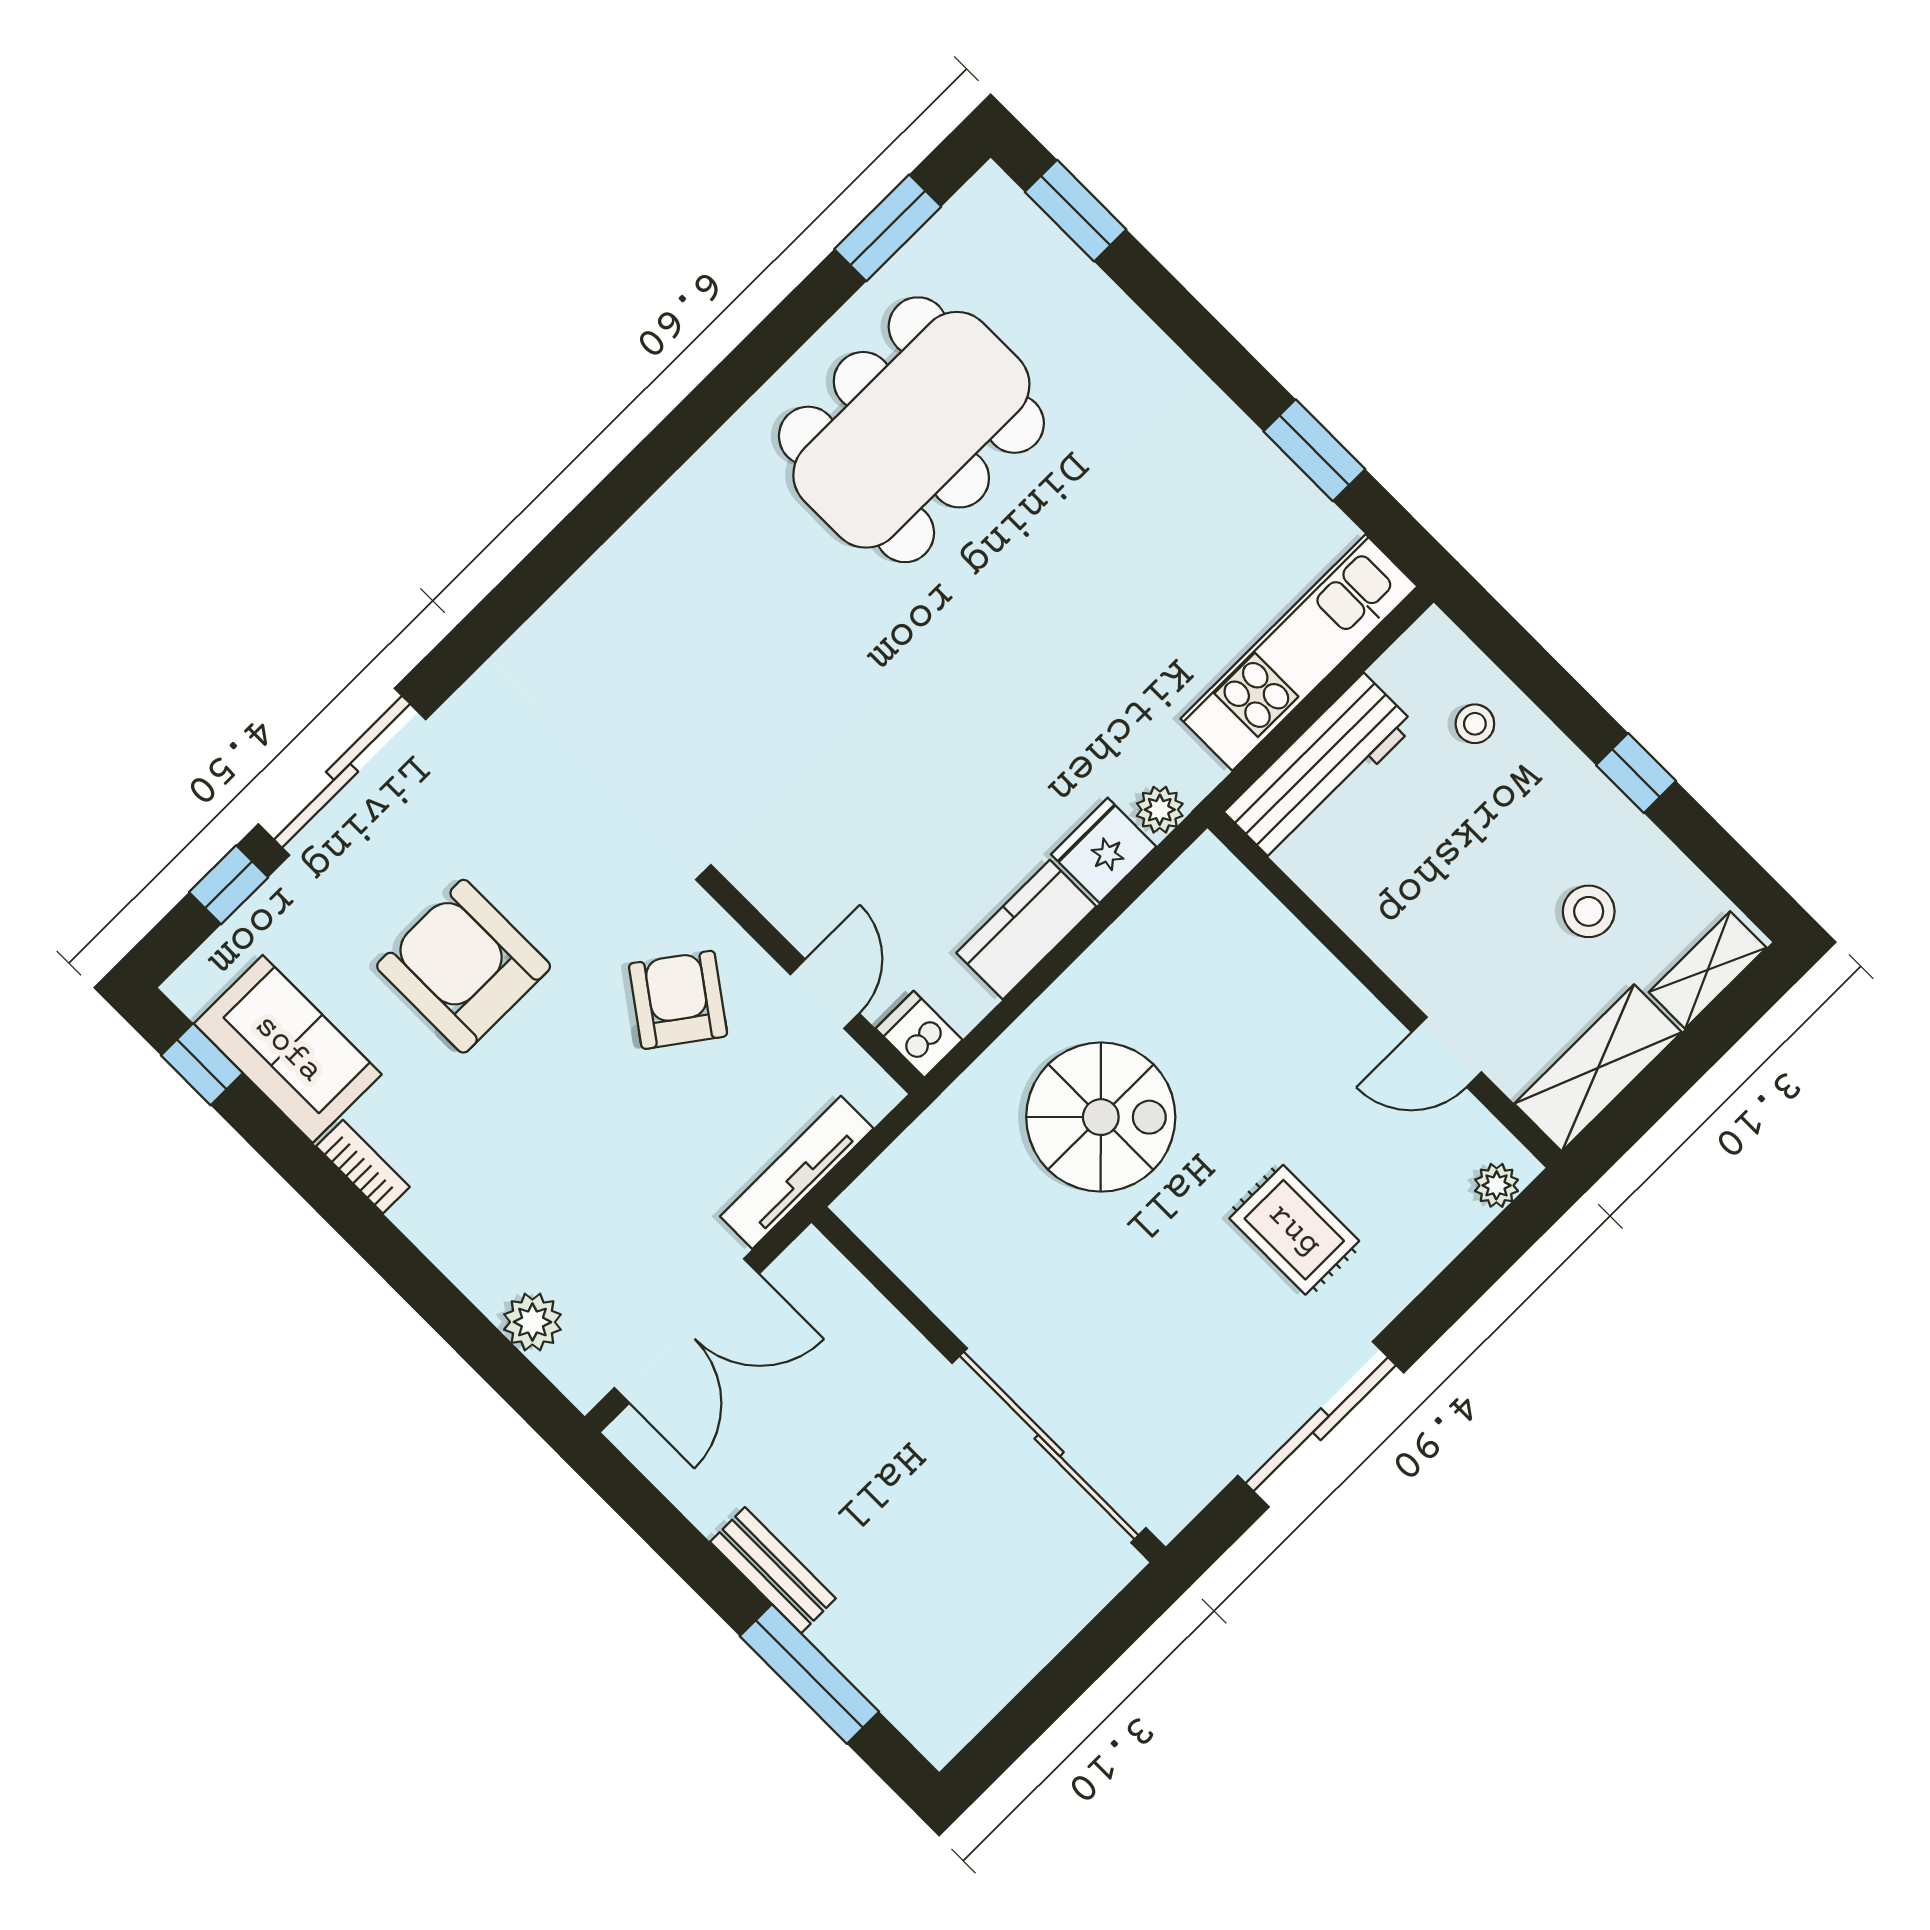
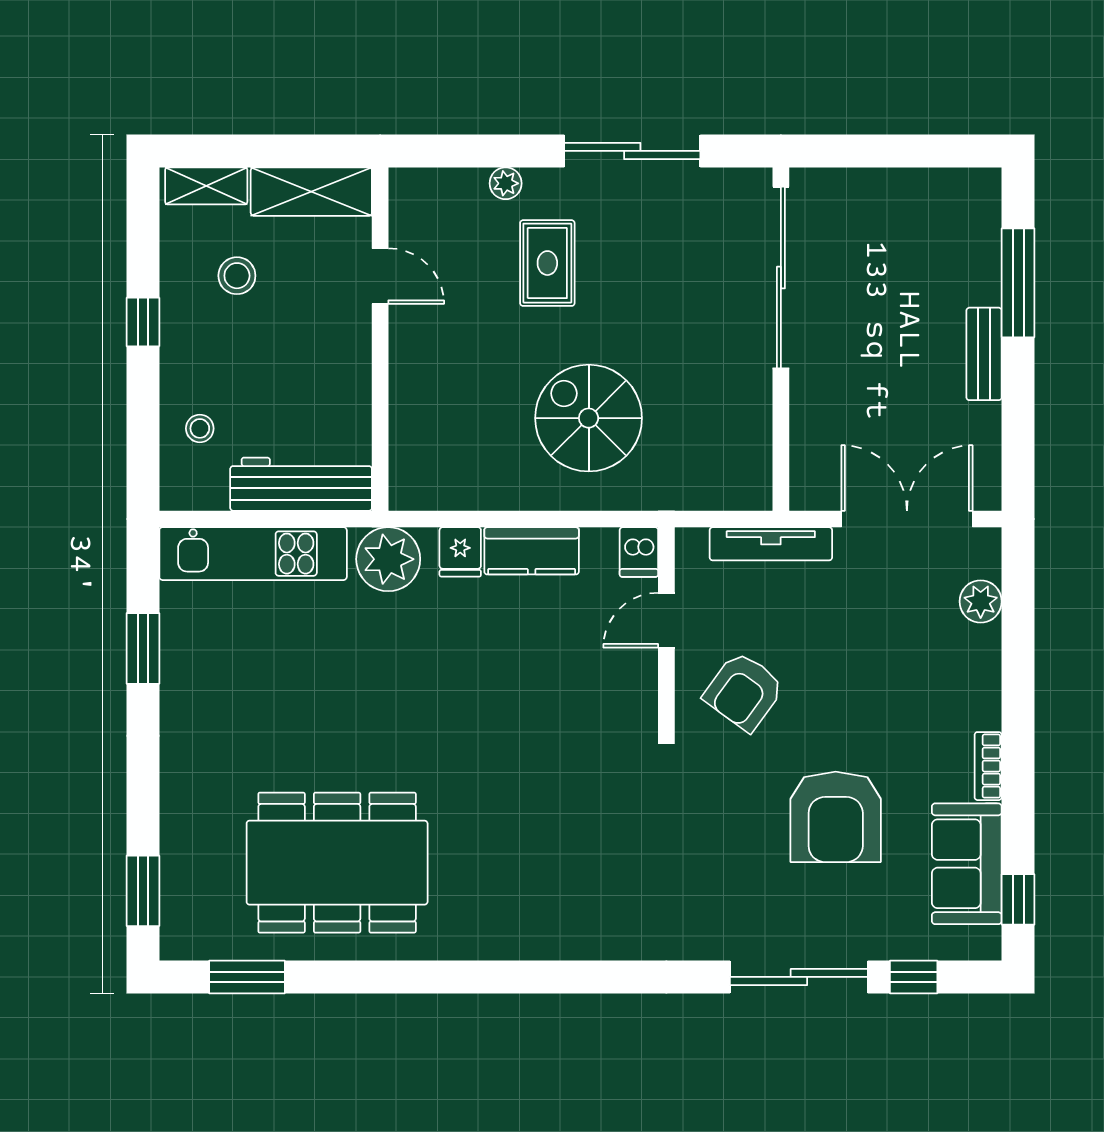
plant: (1160, 810) -> (388, 559), width x1.87, depth x1.87
fridge: (1104, 850) -> (460, 552), width x0.72
plant: (1497, 1185) -> (506, 183), moved

